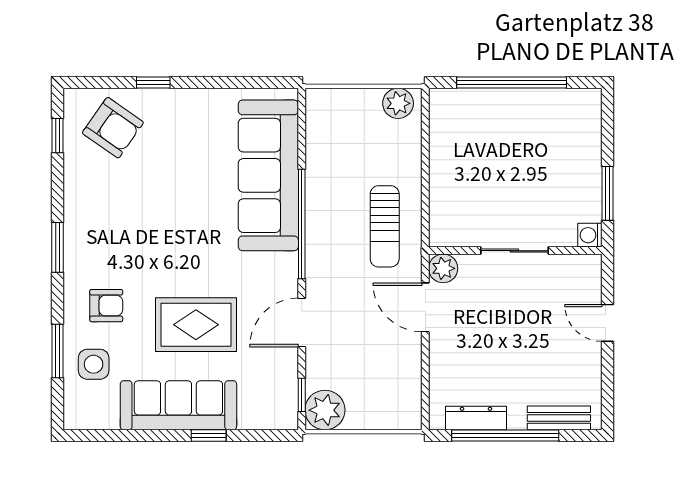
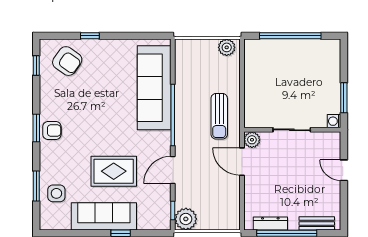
armchair: (106, 306) -> (52, 130), moved

